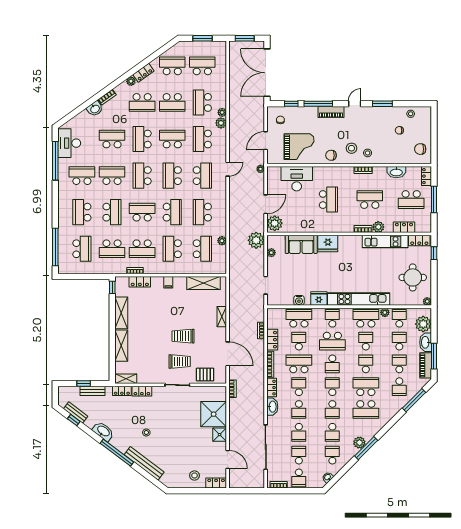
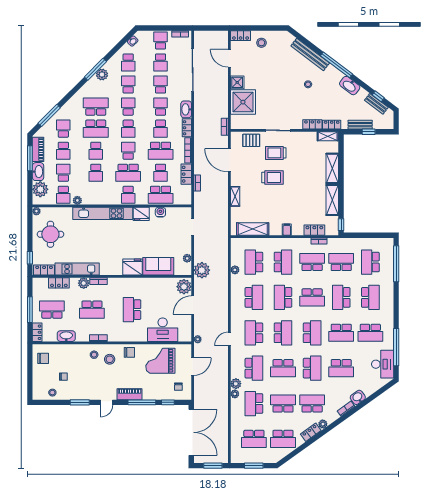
school desk: (202, 102) -> (254, 404), turned 180
school desk: (366, 318) -> (96, 195), removed
school desk: (332, 341) -> (128, 173), turned 180
school desk: (399, 341) -> (63, 173), turned 180

